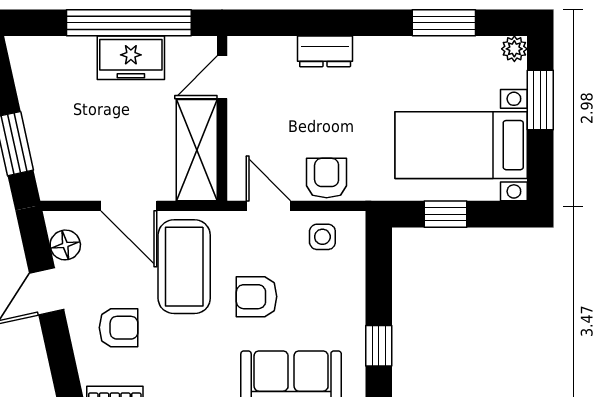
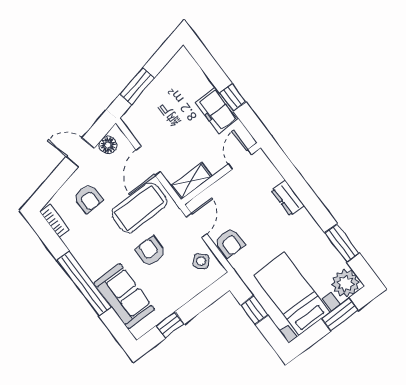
window: (129, 23) -> (233, 97), width x0.32
plant: (514, 49) -> (346, 283), width x1.87, depth x1.87
door: (222, 77) -> (240, 159), hinge flipped
shelving: (197, 150) -> (191, 181), width x0.67, depth x0.75
armchair: (327, 178) -> (230, 243), turned 90
side table: (322, 237) -> (201, 261), turned 45

